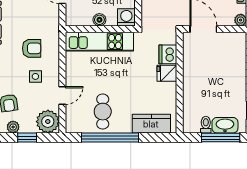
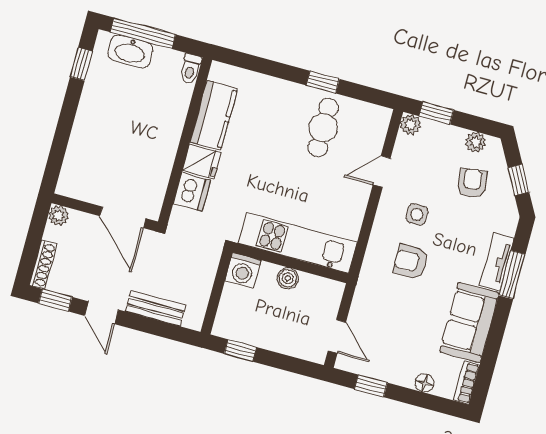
plant: (48, 122) -> (410, 125), width x0.53, depth x0.53
kitchen counter: (151, 124) -> (214, 115), moved, turned -90
toilet: (206, 125) -> (190, 69), moved
window: (27, 138) -> (436, 113), moved
window: (110, 138) -> (323, 82), width x0.32

